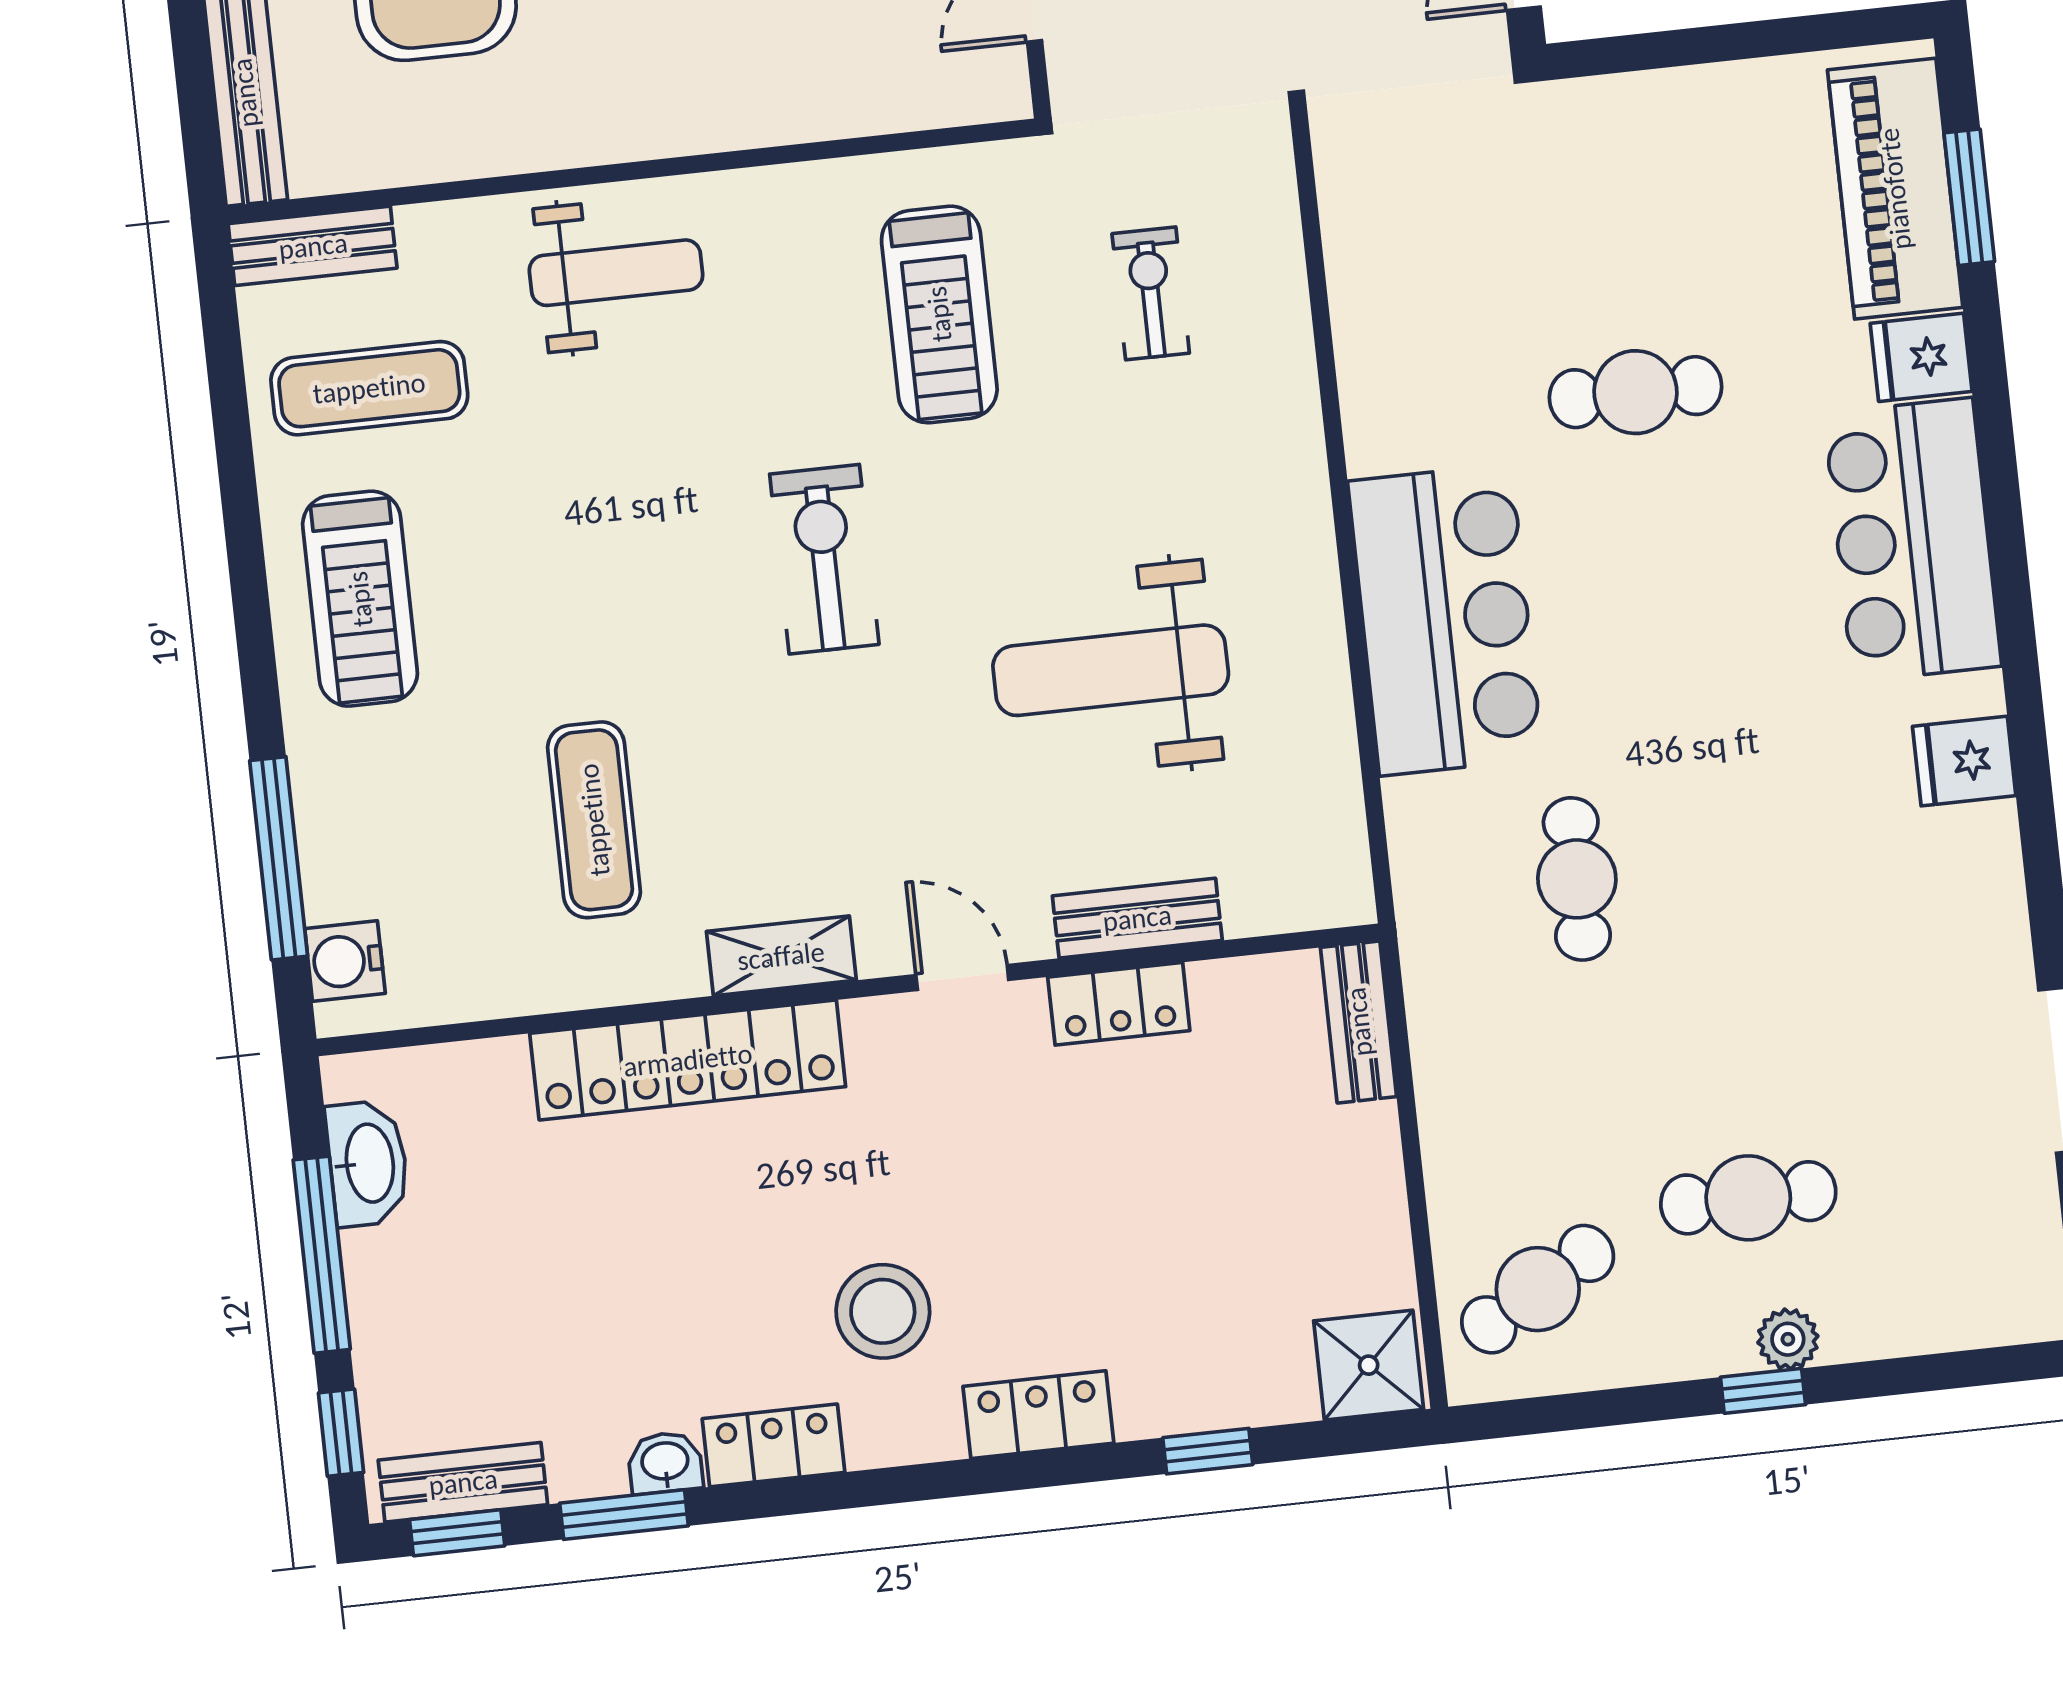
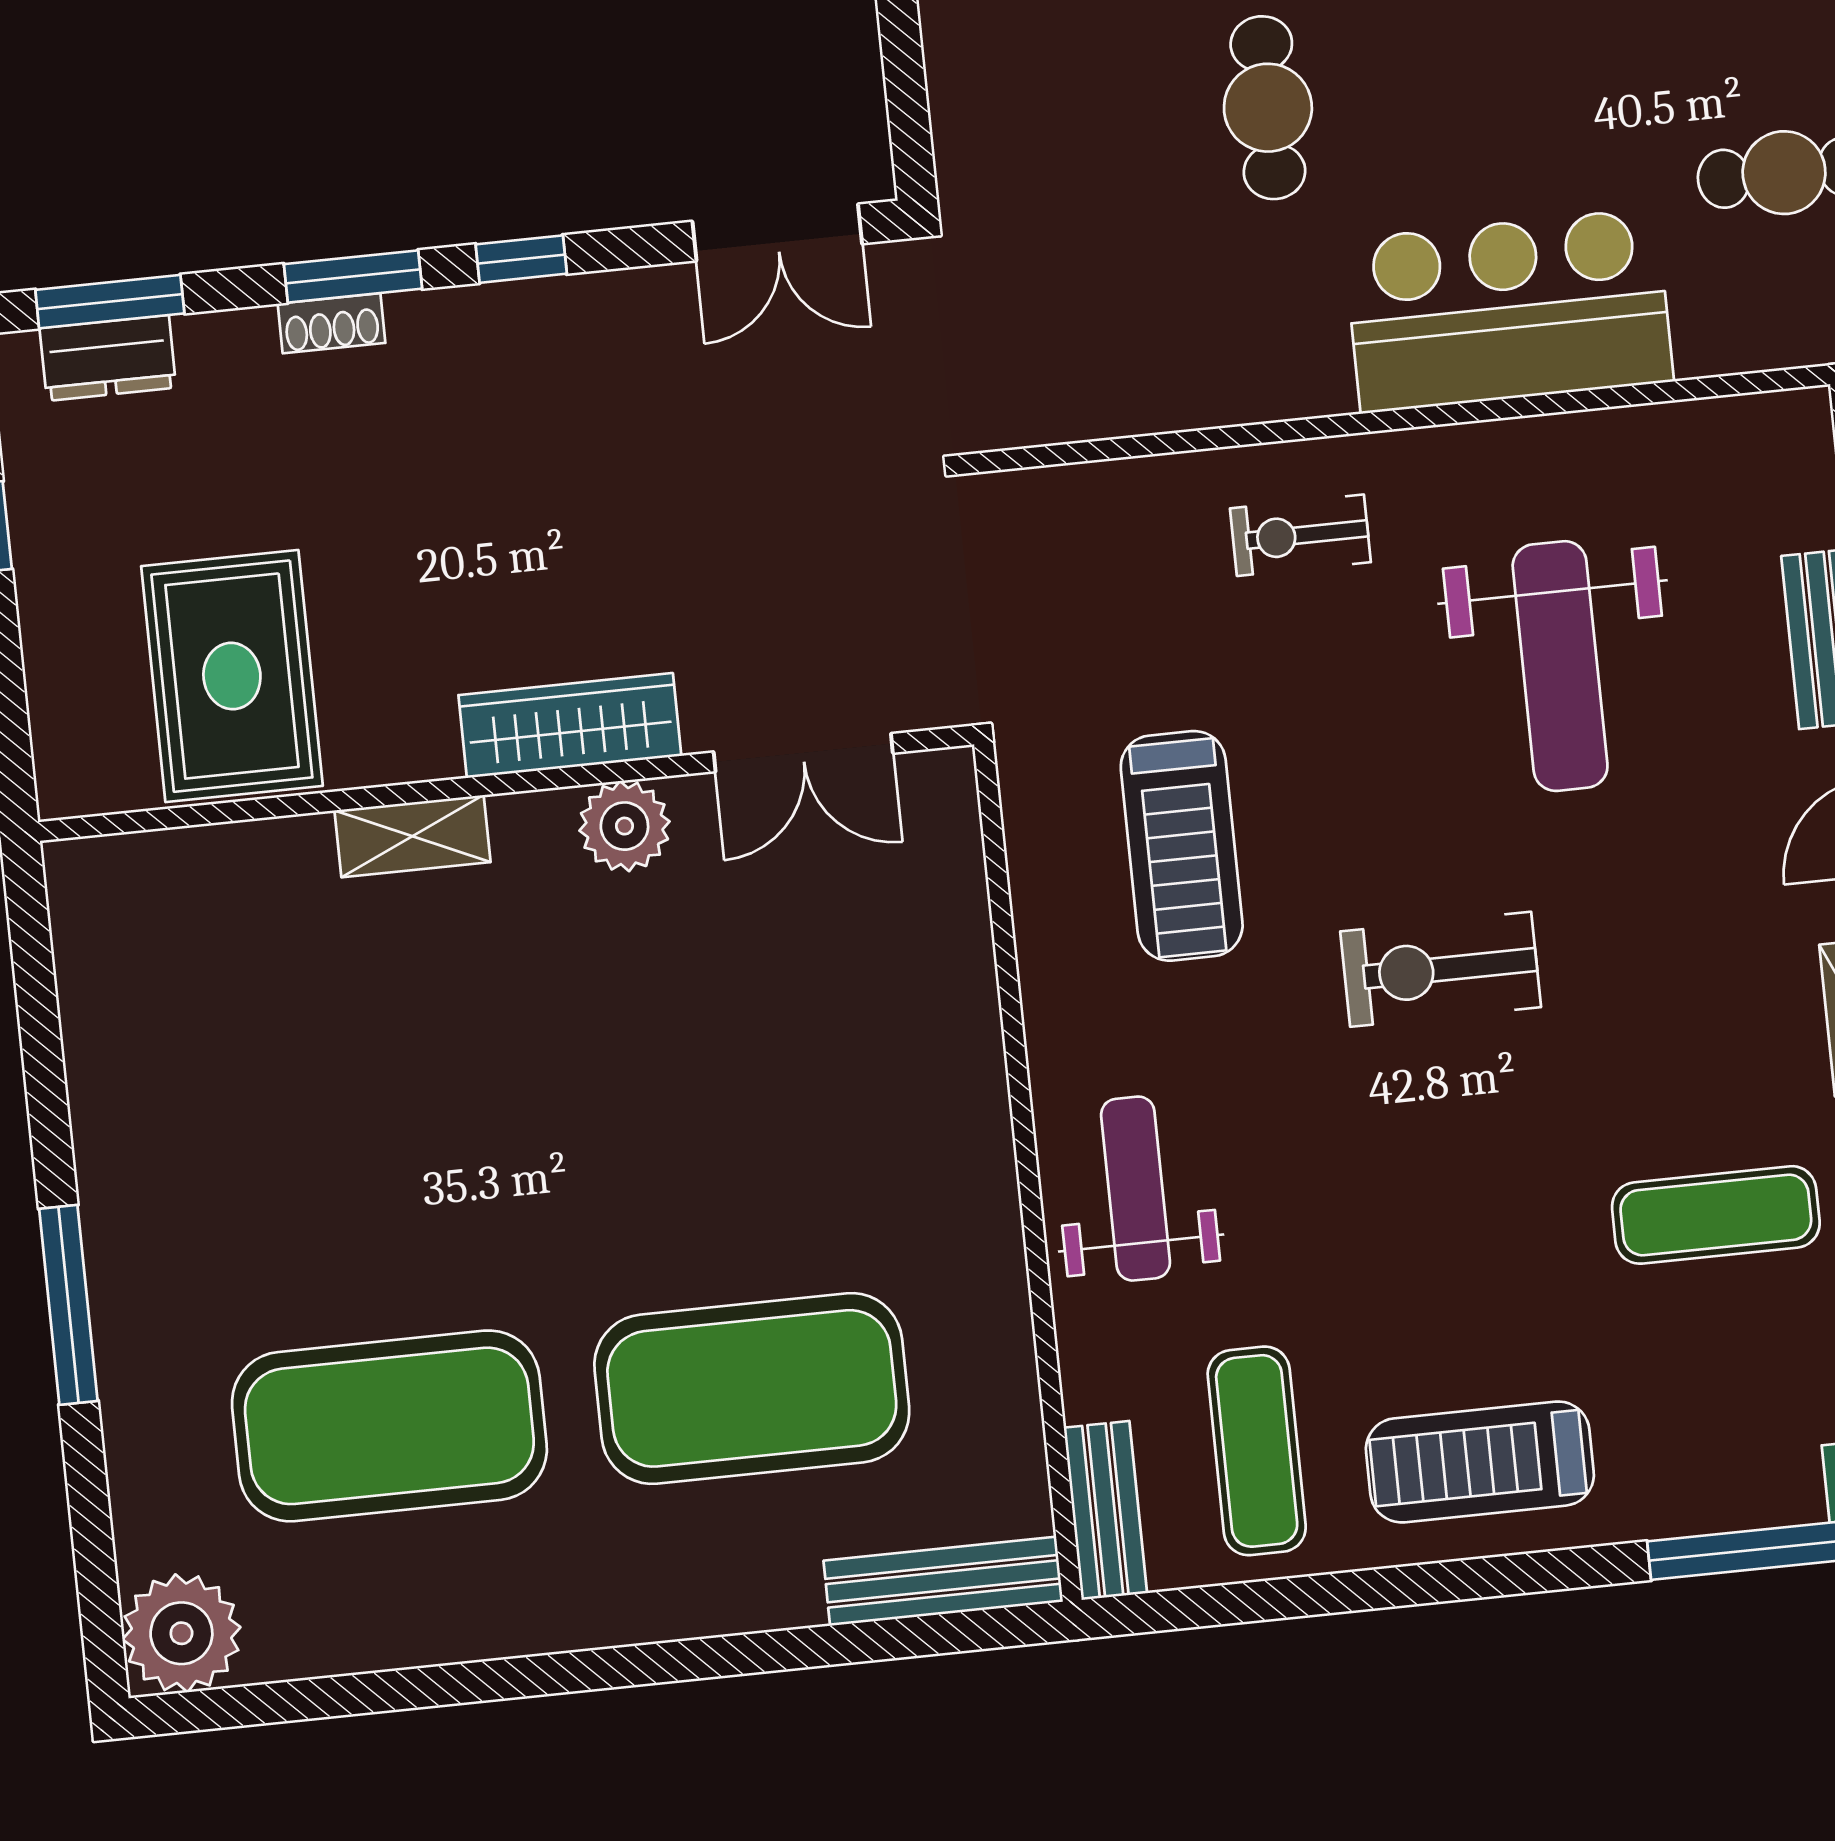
exercise bike: (1151, 293) -> (1300, 535), moved
treadmill: (939, 314) -> (1182, 846), turned 90
treadmill: (360, 599) -> (1480, 1462), turned 180

